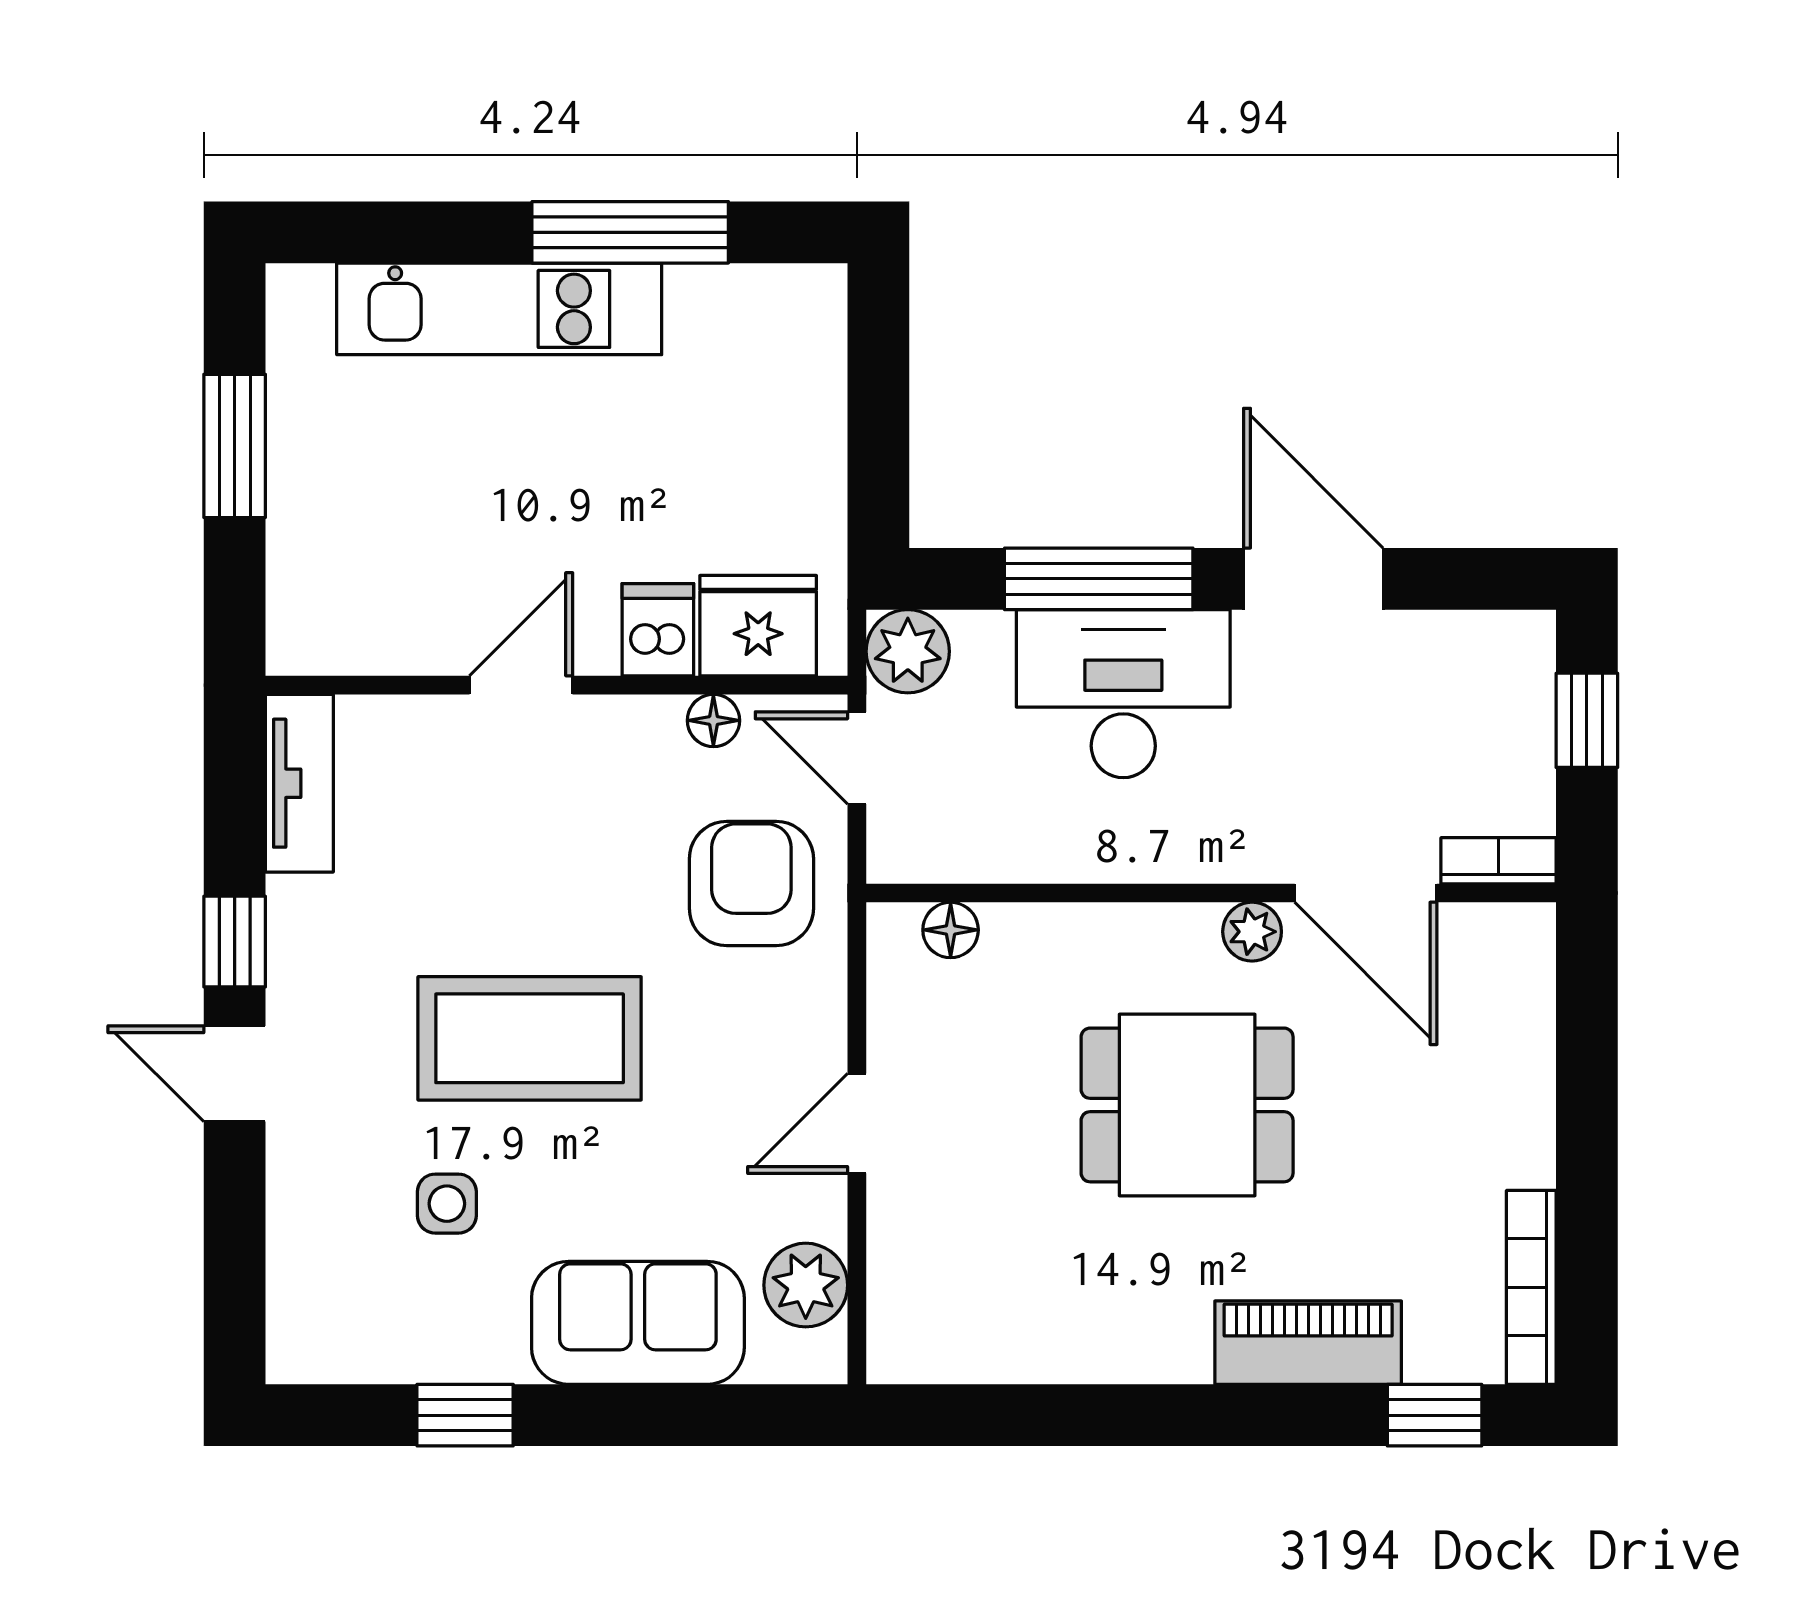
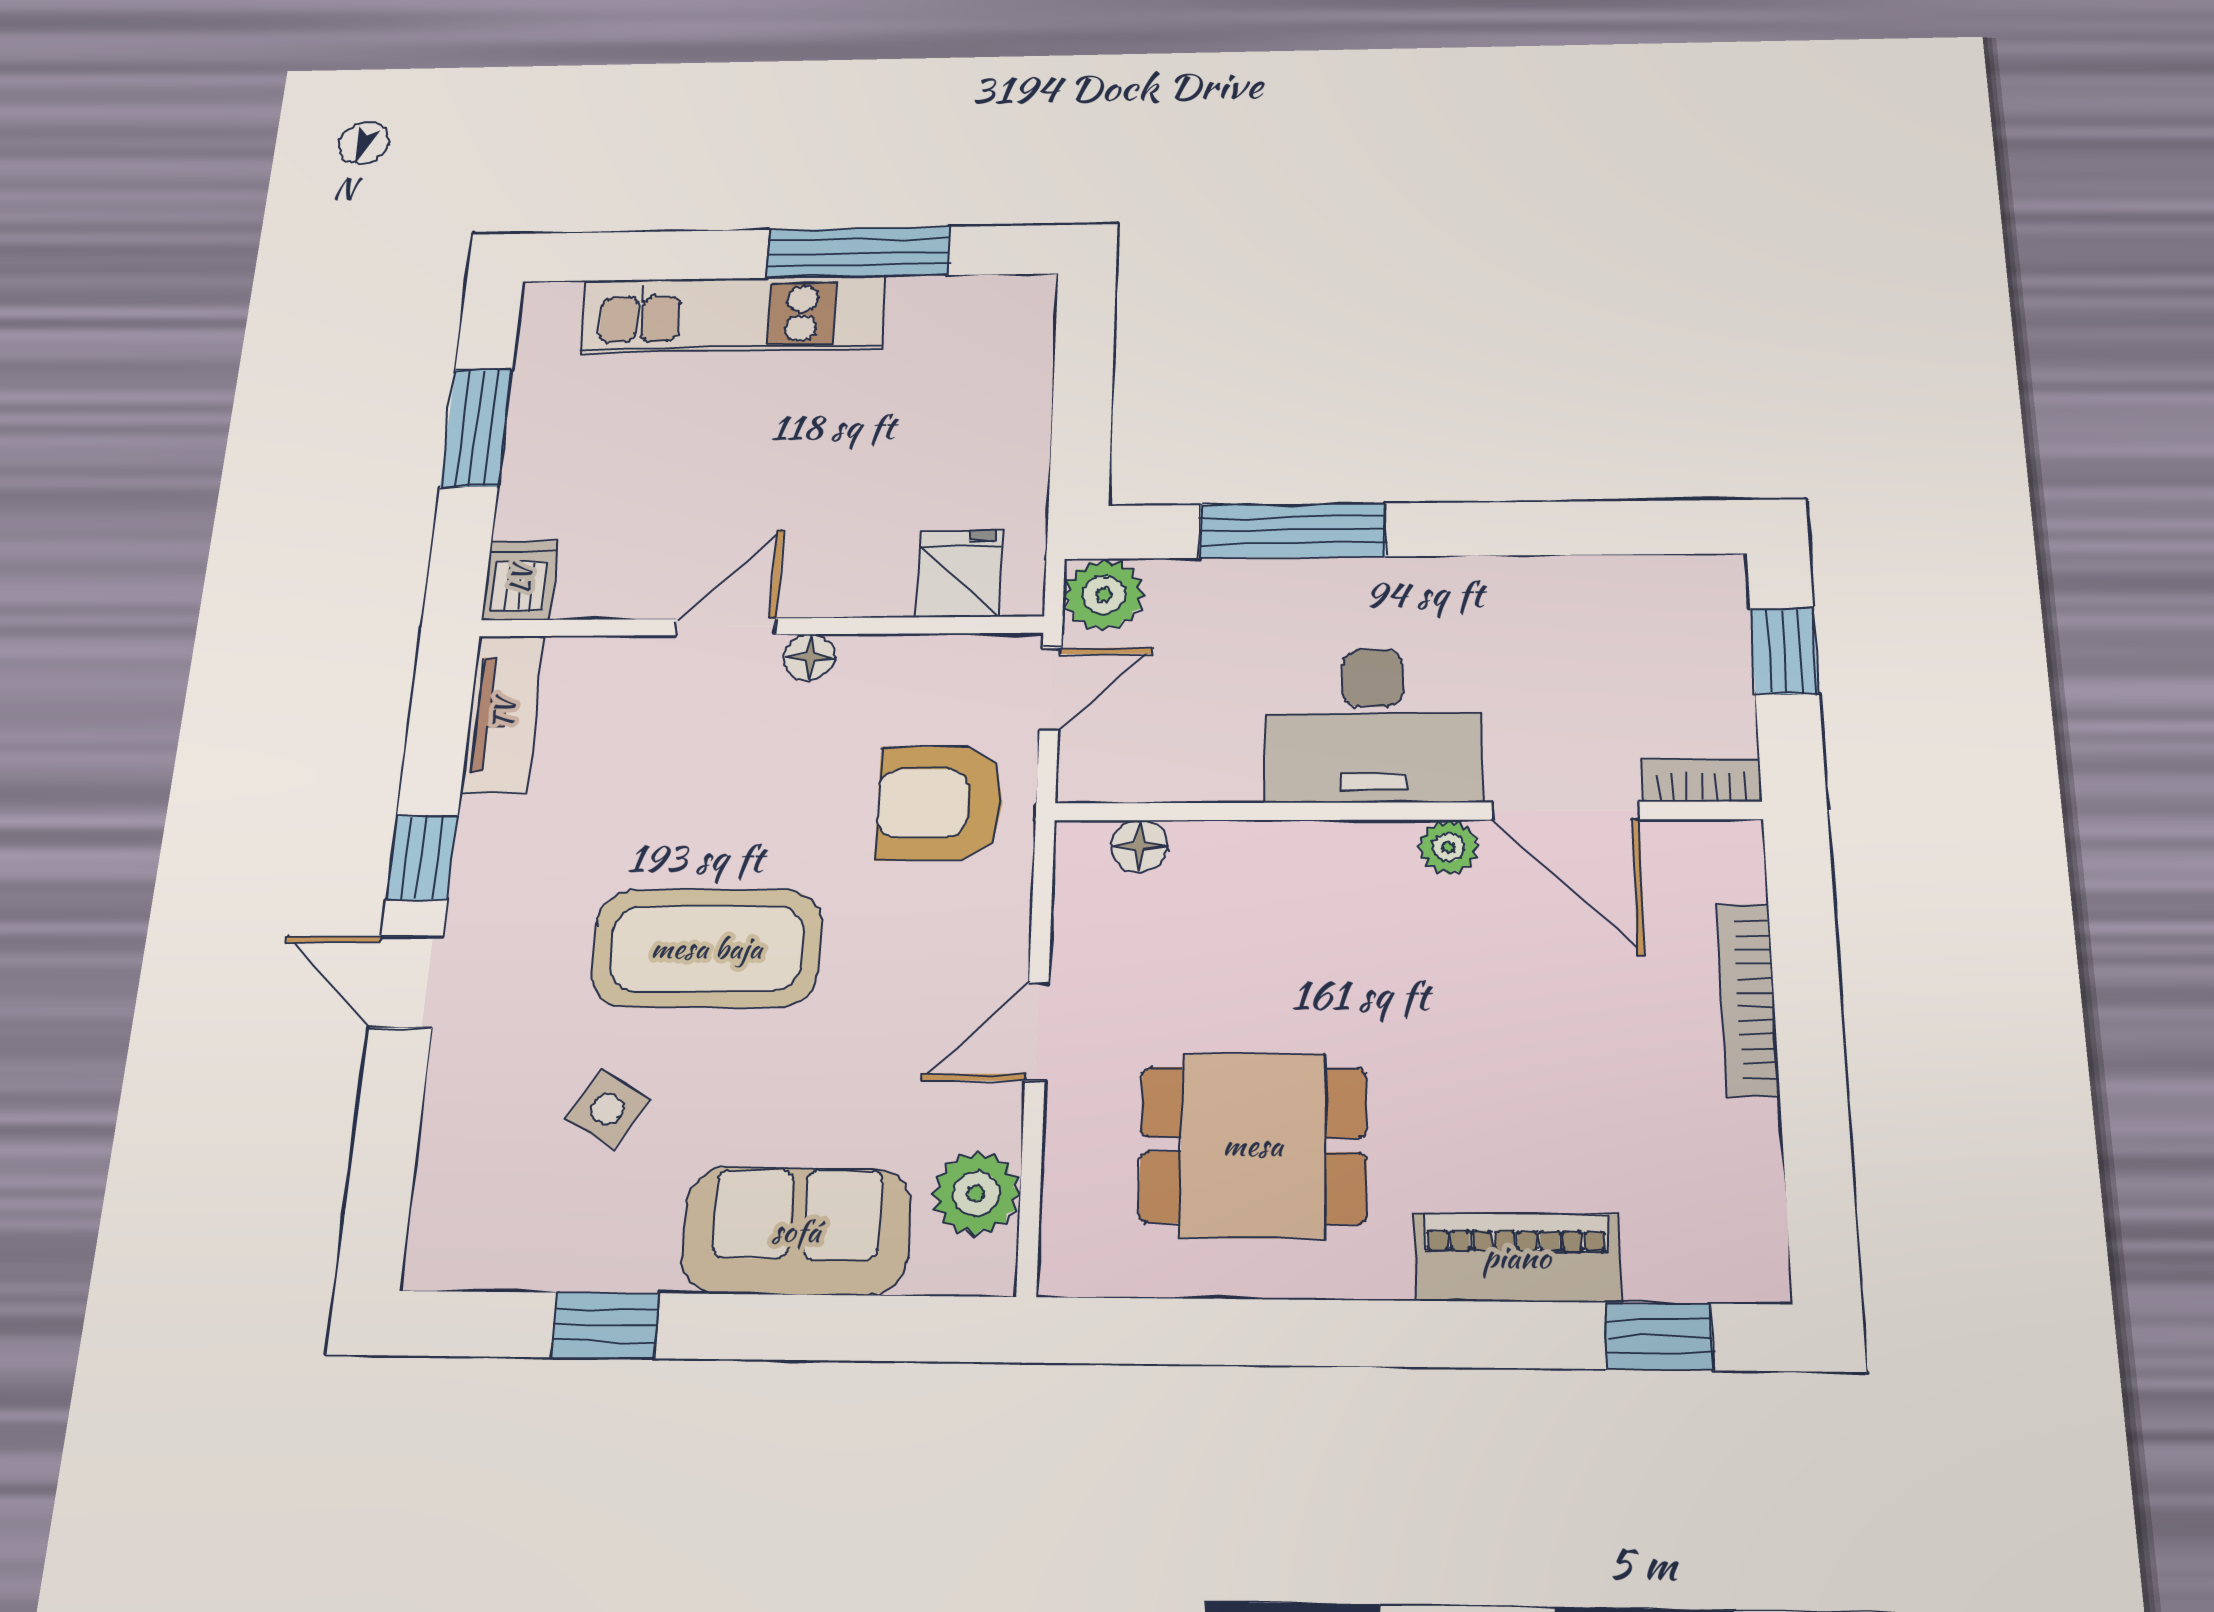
door: (1313, 579) -> (1504, 529), removed
fridge: (758, 626) -> (959, 574), width x0.72
dishwasher: (658, 630) -> (520, 580), moved
desk: (1123, 694) -> (1373, 725), moved, turned 180
floor lamp: (713, 720) -> (809, 657), moved
door: (857, 758) -> (1050, 689), swing flipped
armchair: (751, 884) -> (940, 803), turned -90
dining table: (1187, 1105) -> (1253, 1145), moved
side table: (447, 1204) -> (607, 1109), turned 32
bookcase: (1531, 1287) -> (1748, 999), moved

